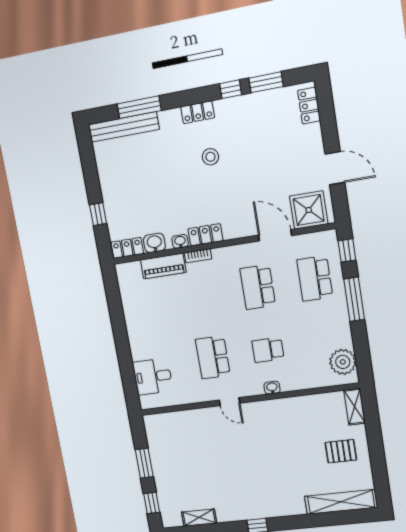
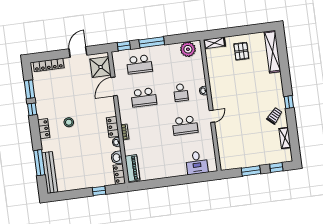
locker: (309, 106) -> (49, 65), width x1.53
piano: (163, 266) -> (132, 168), moved
trolley: (234, 502) -> (275, 116), added

